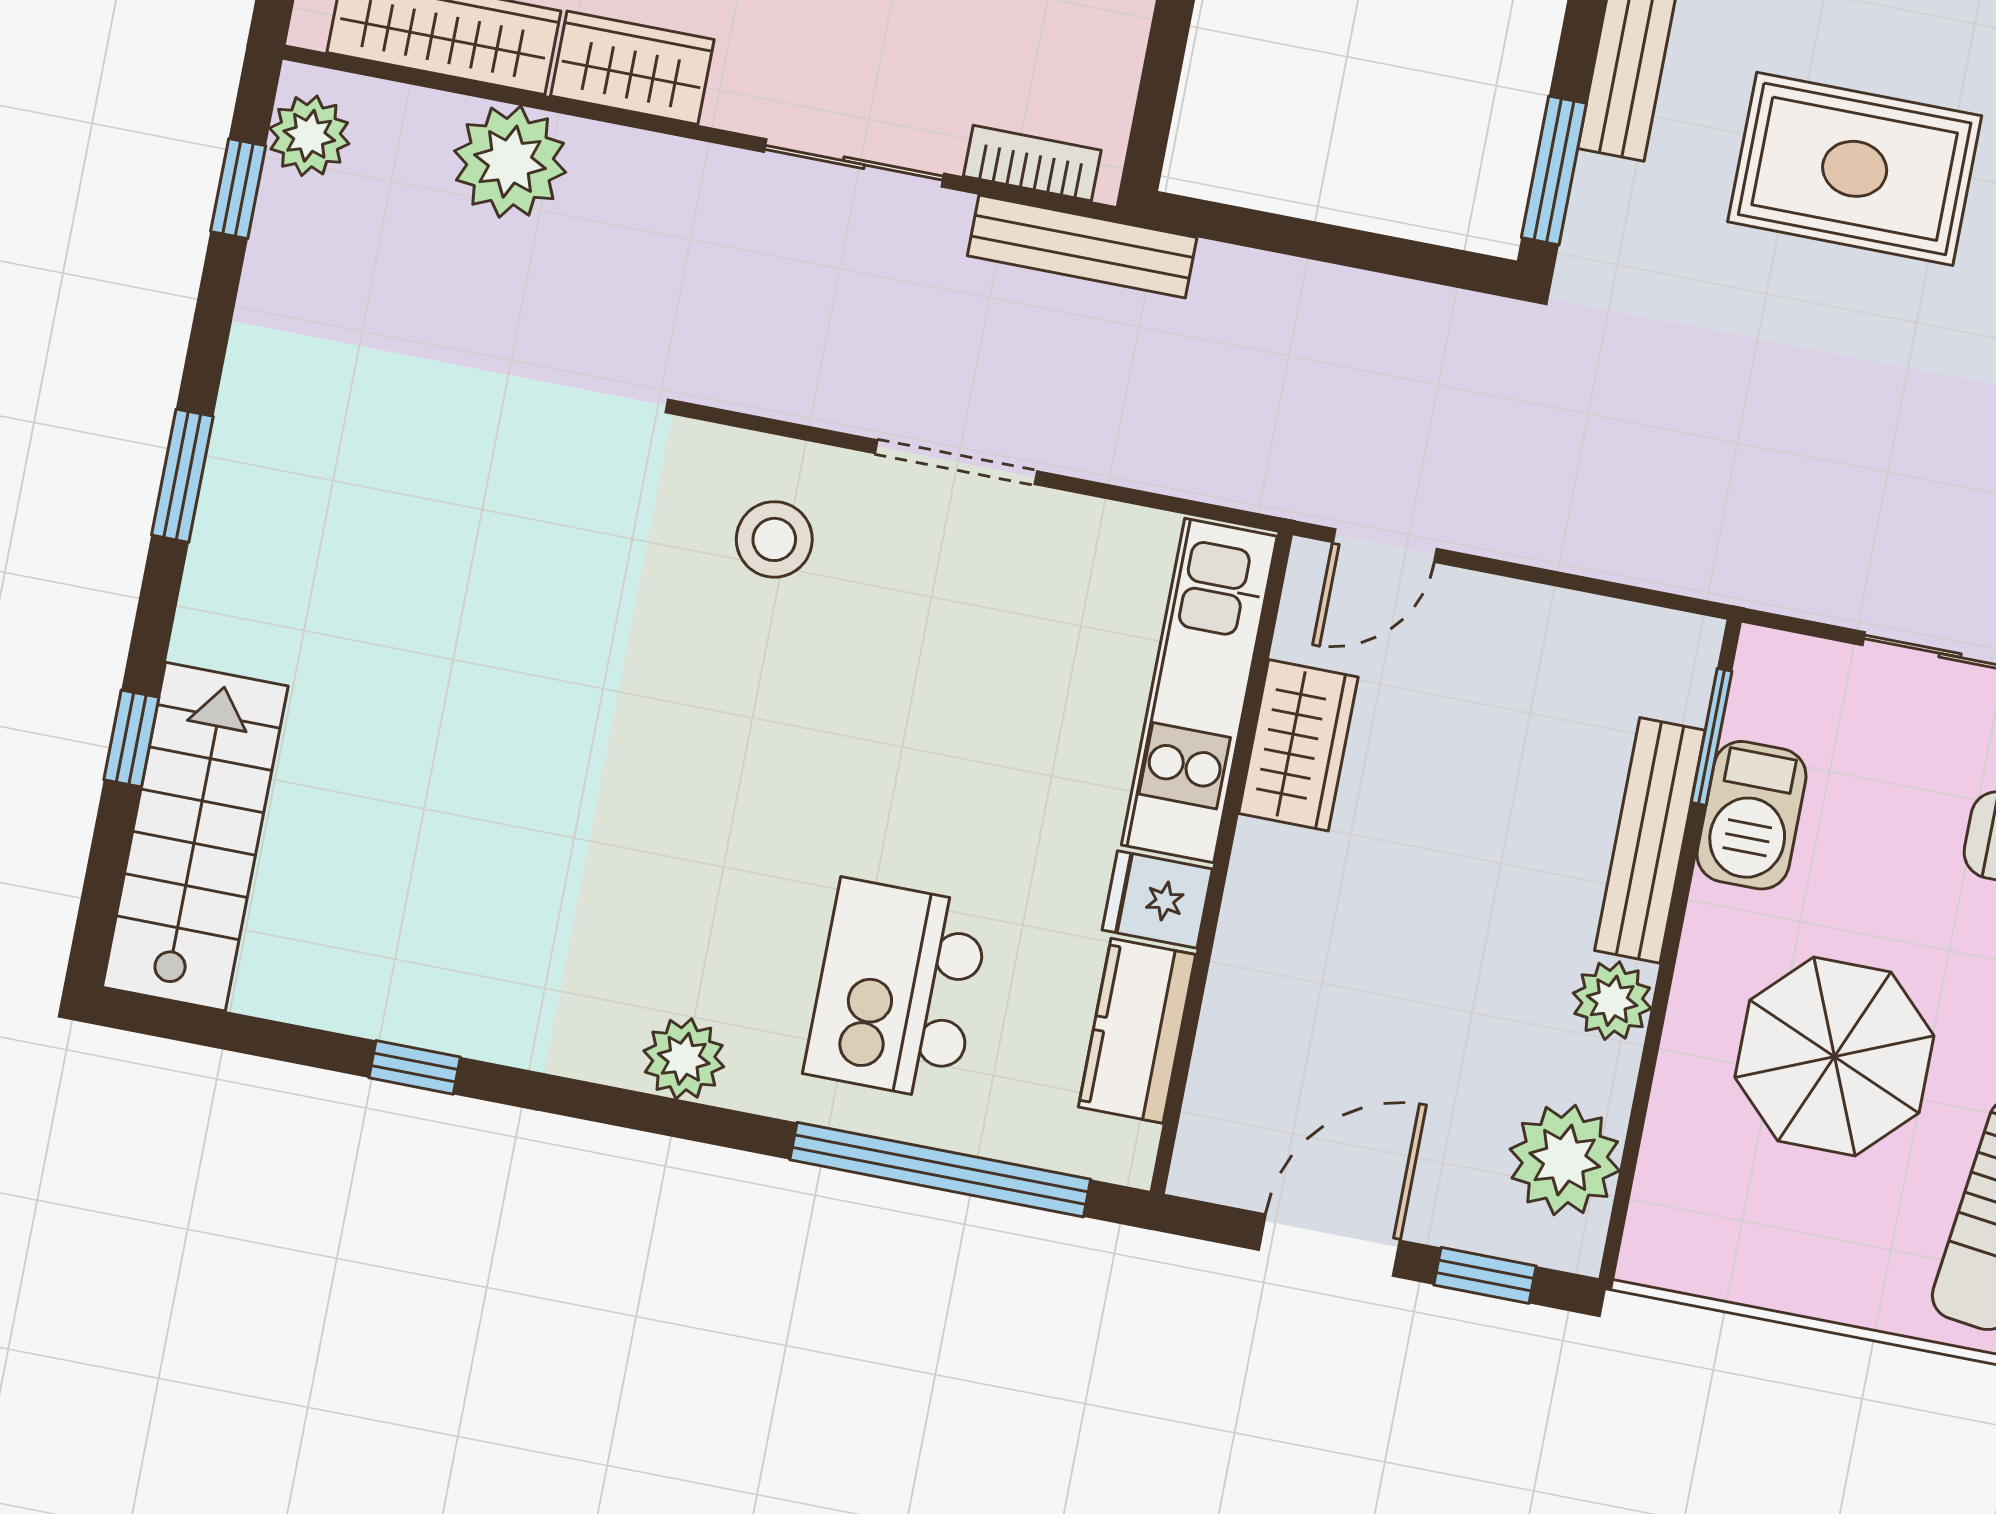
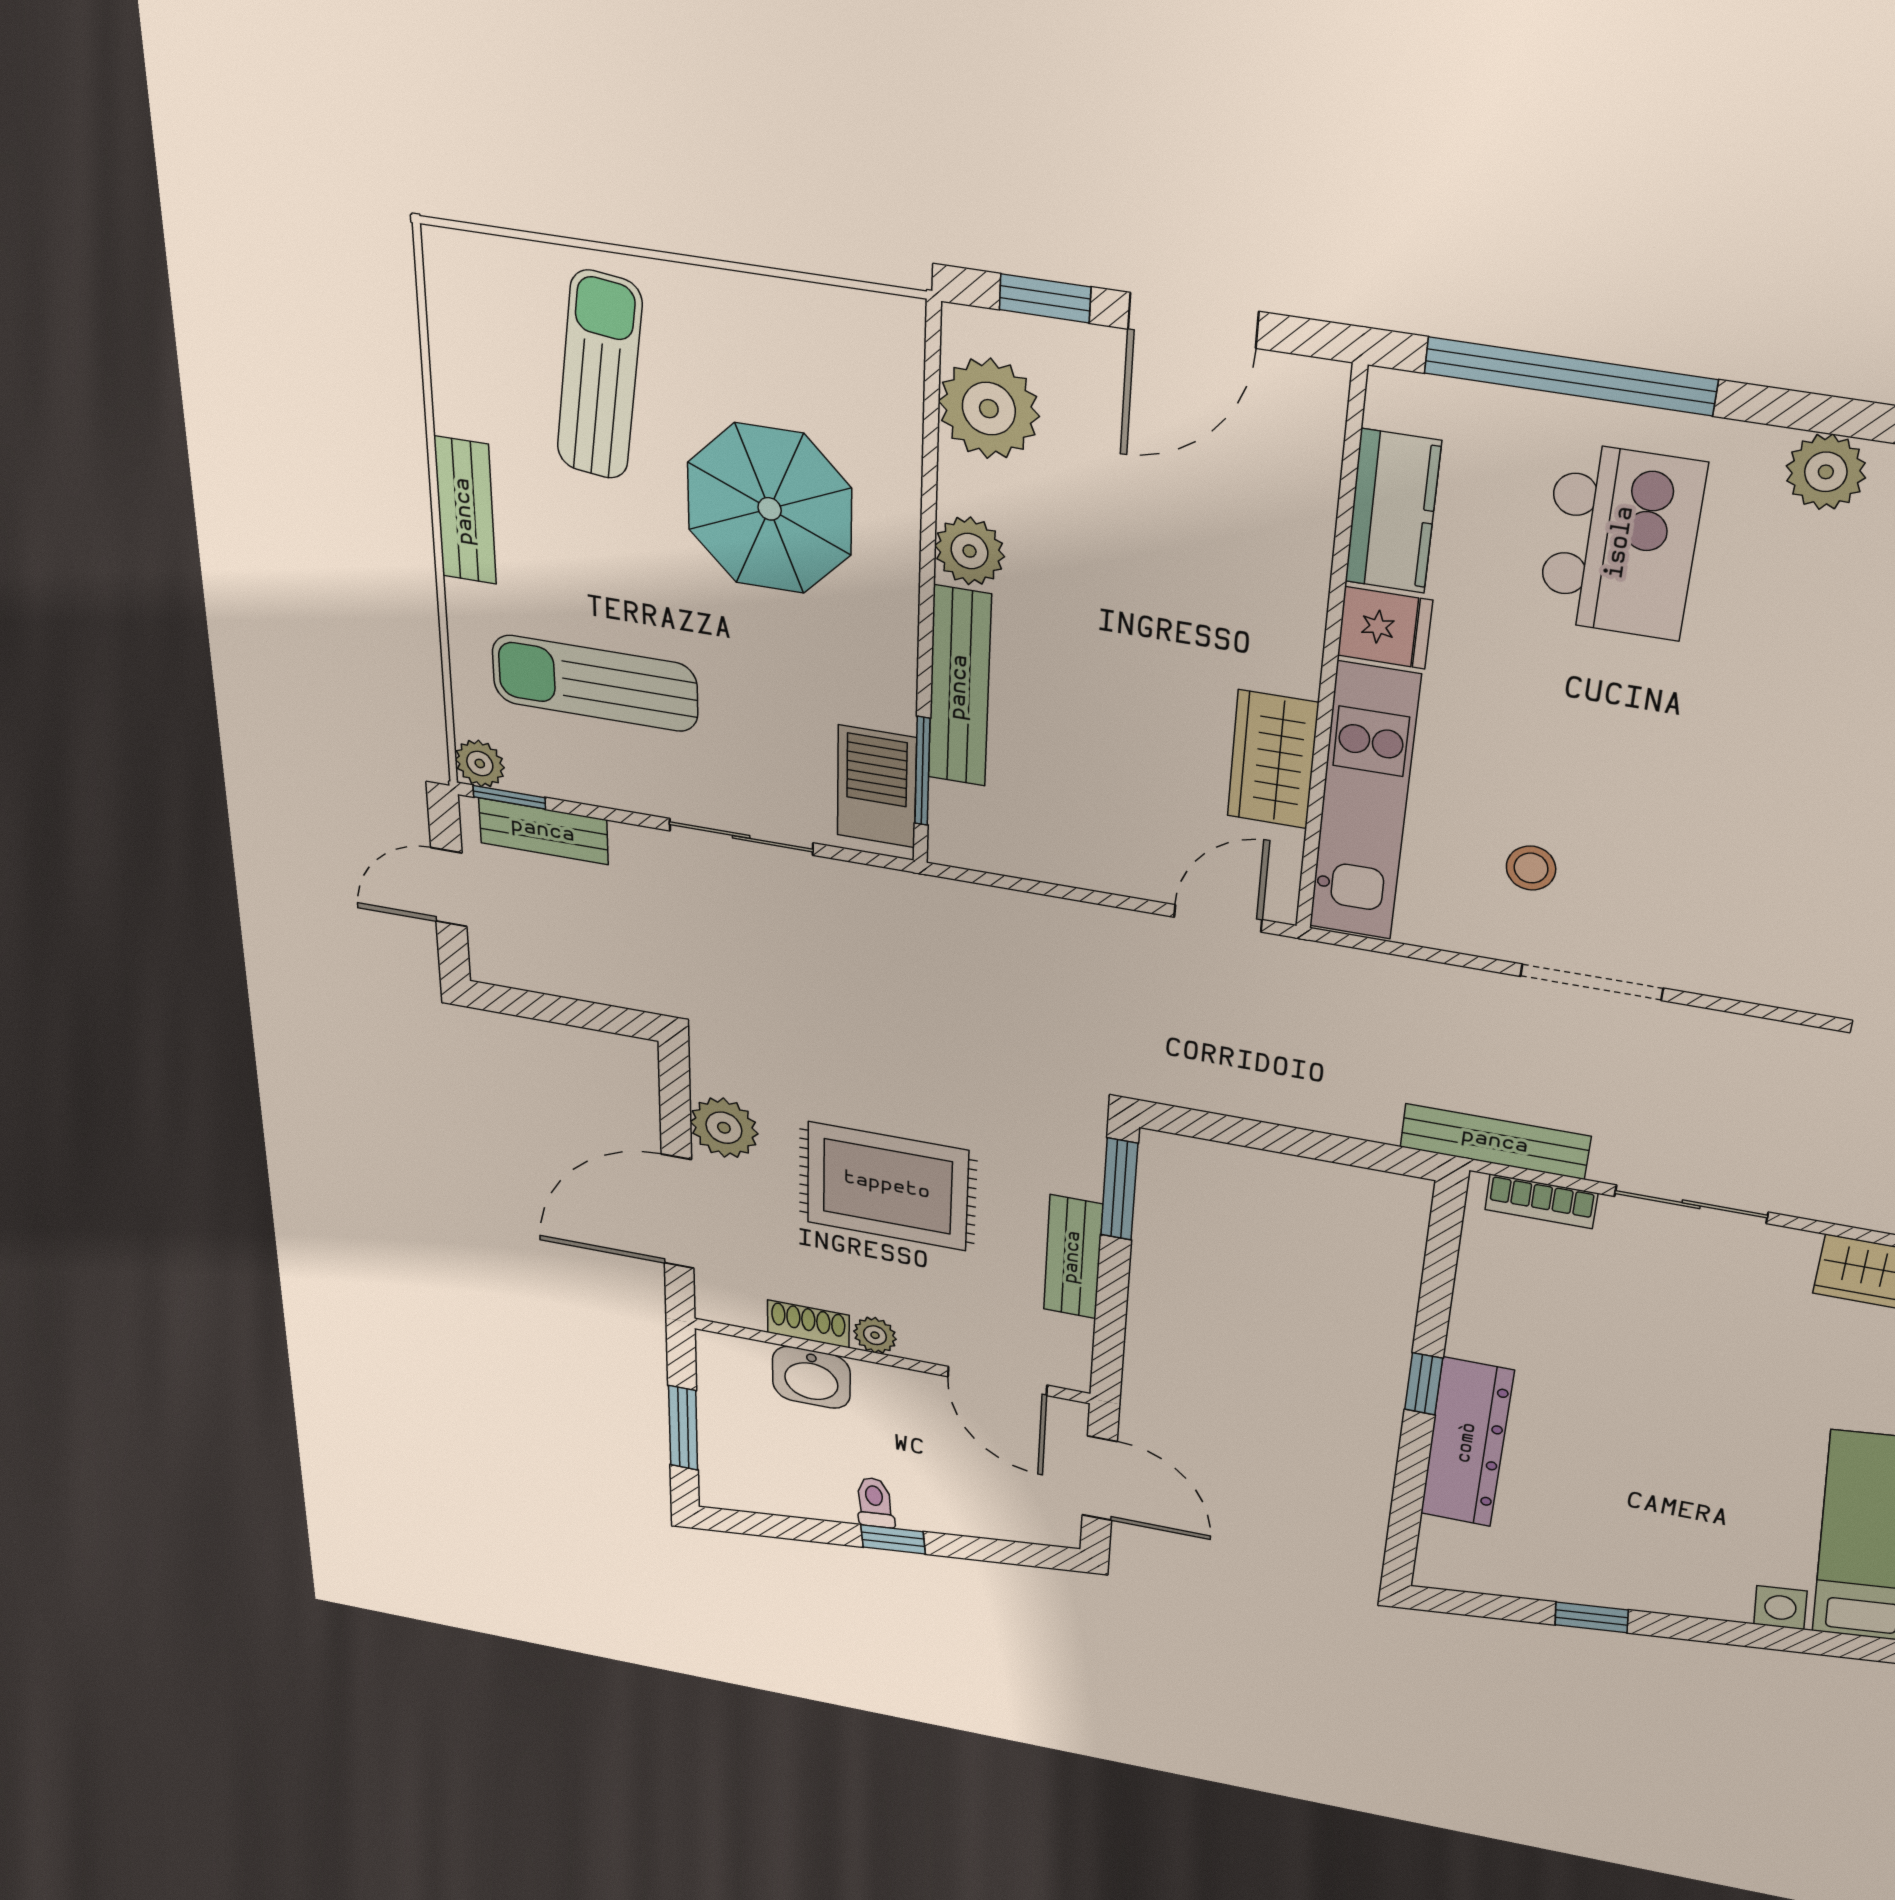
stool: (774, 539) -> (1531, 868), moved, width x0.73, depth x0.73
barbecue: (1752, 815) -> (877, 787), moved

